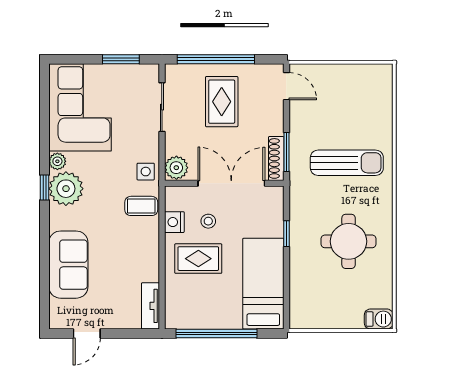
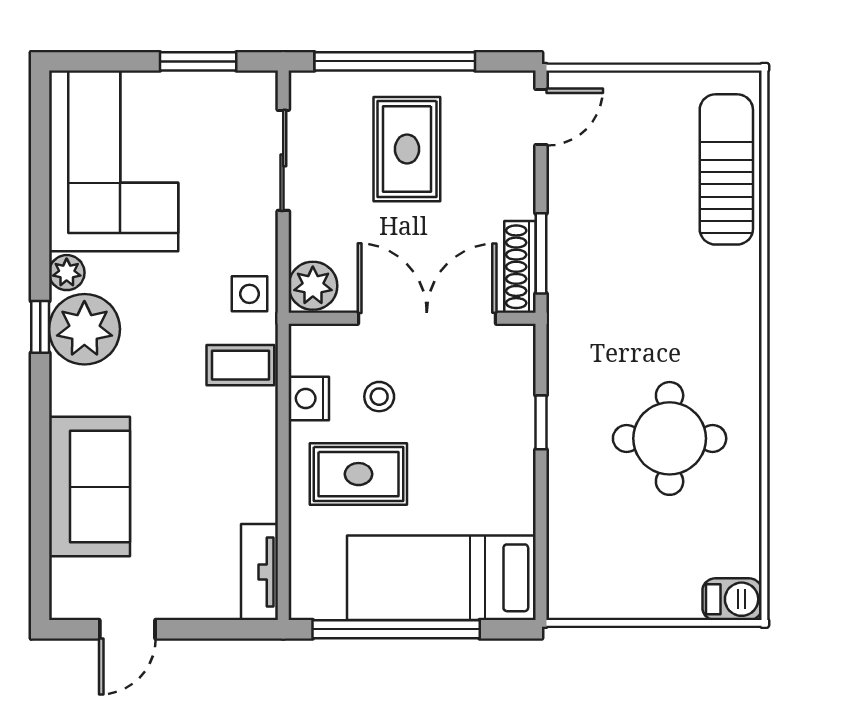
door: (286, 86) -> (541, 117), hinge flipped
sun lounger: (347, 163) -> (726, 169), moved, turned -90
bed: (263, 284) -> (441, 578), moved, turned -90

